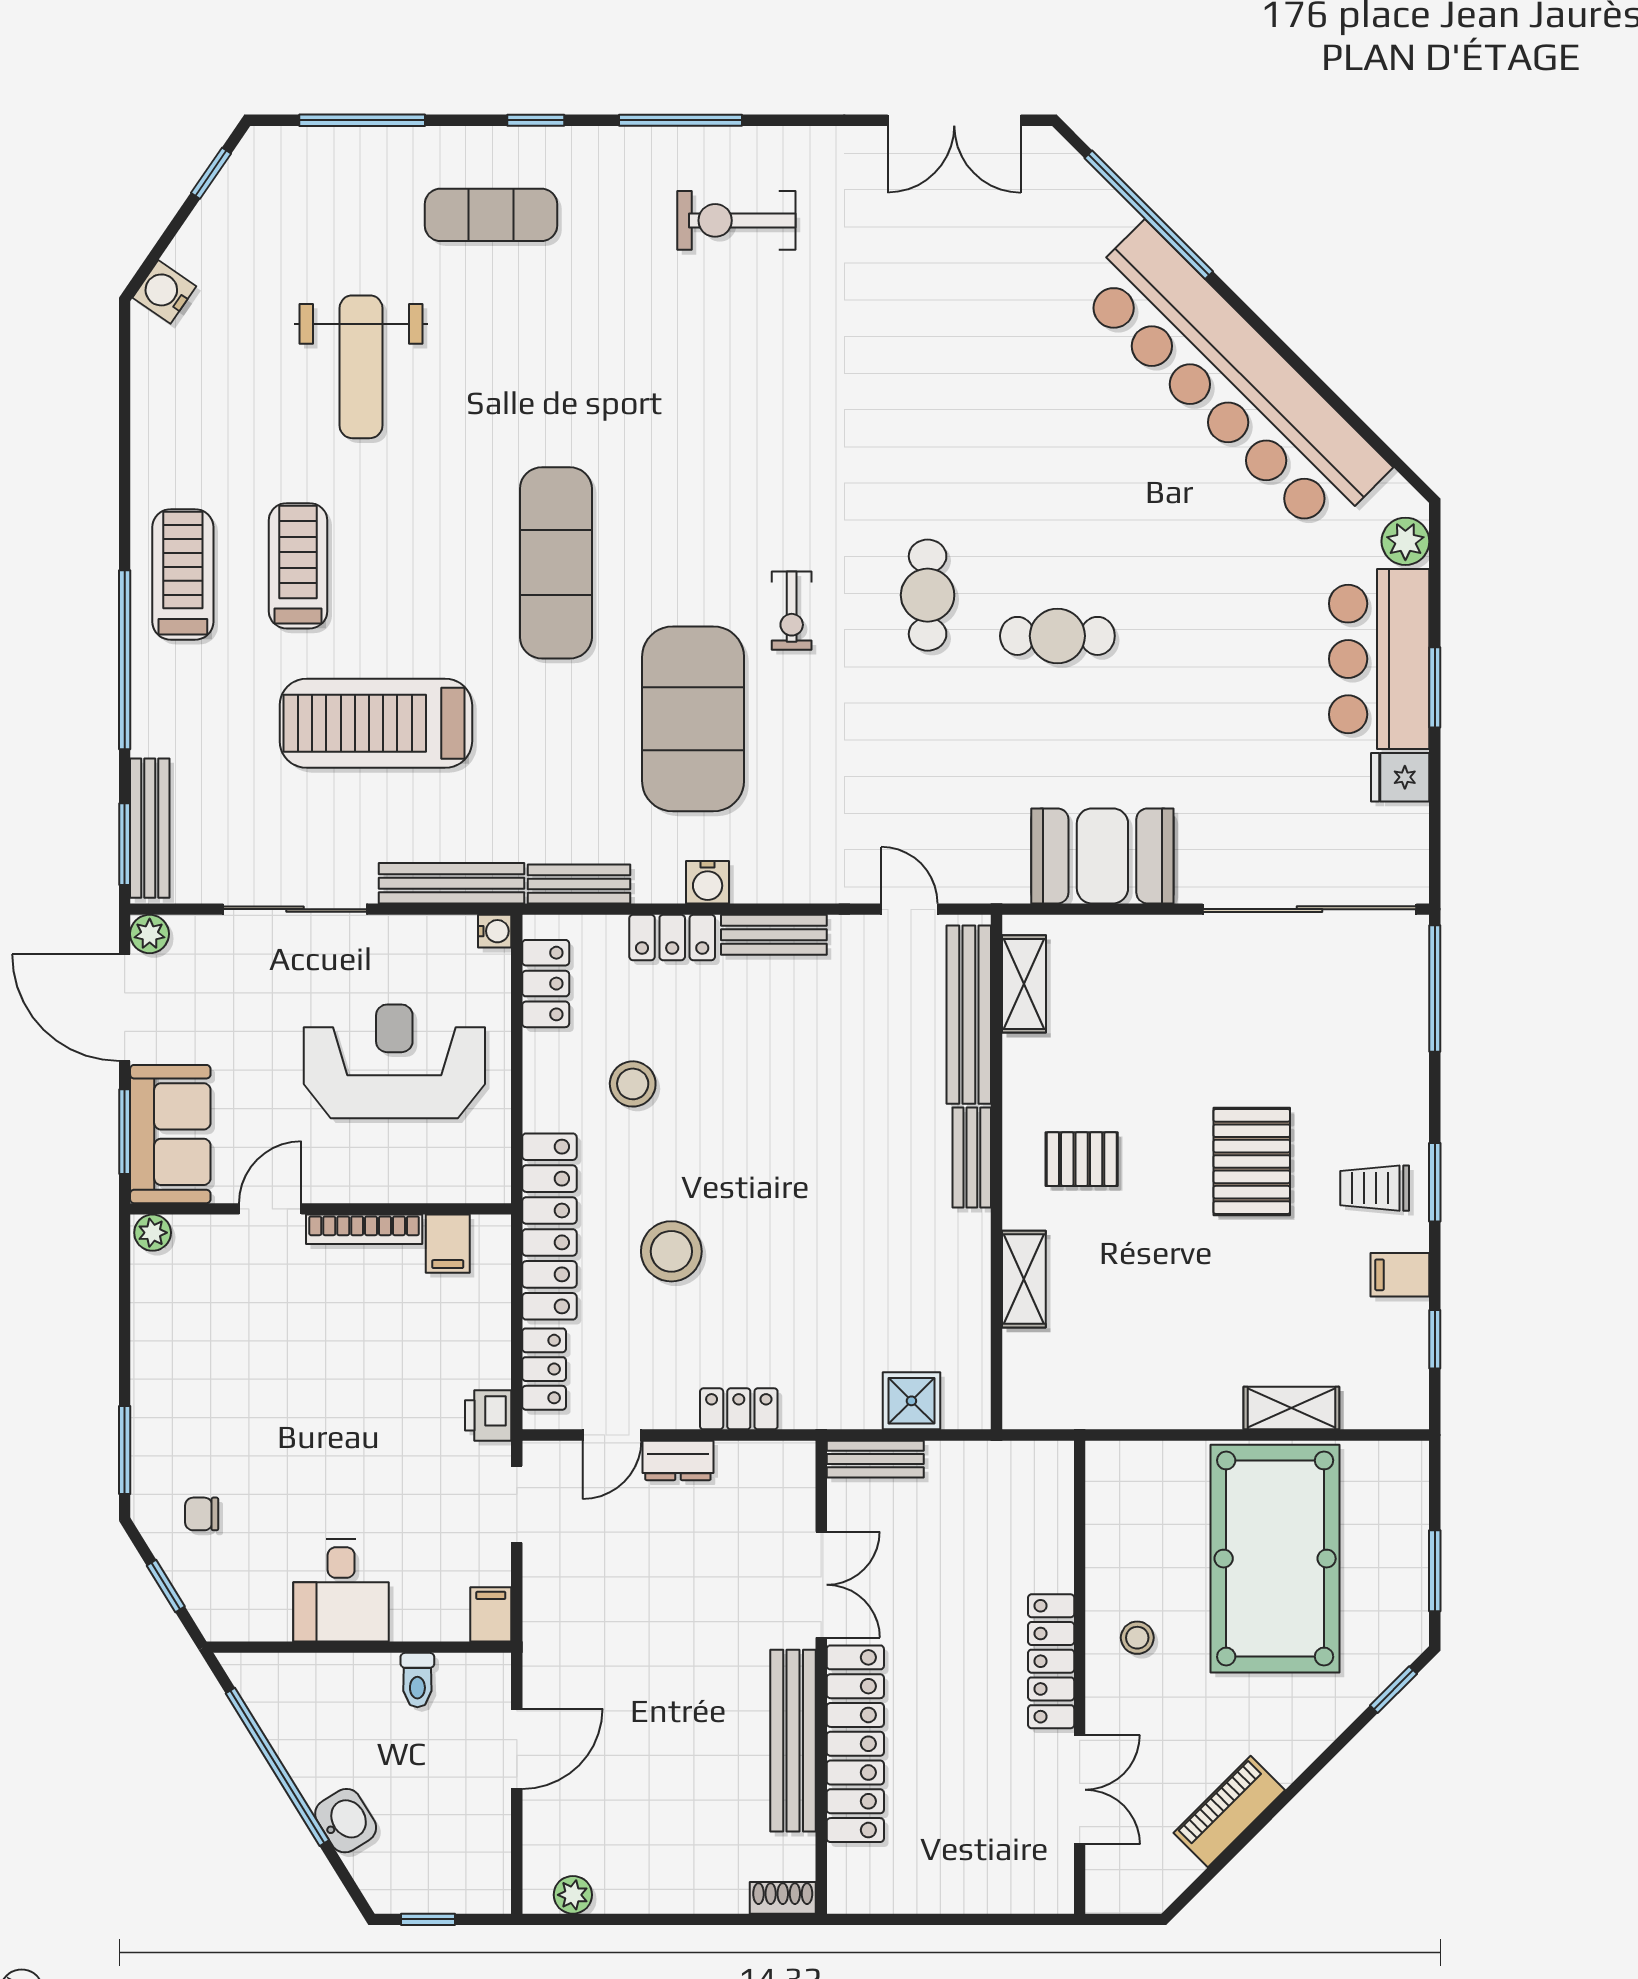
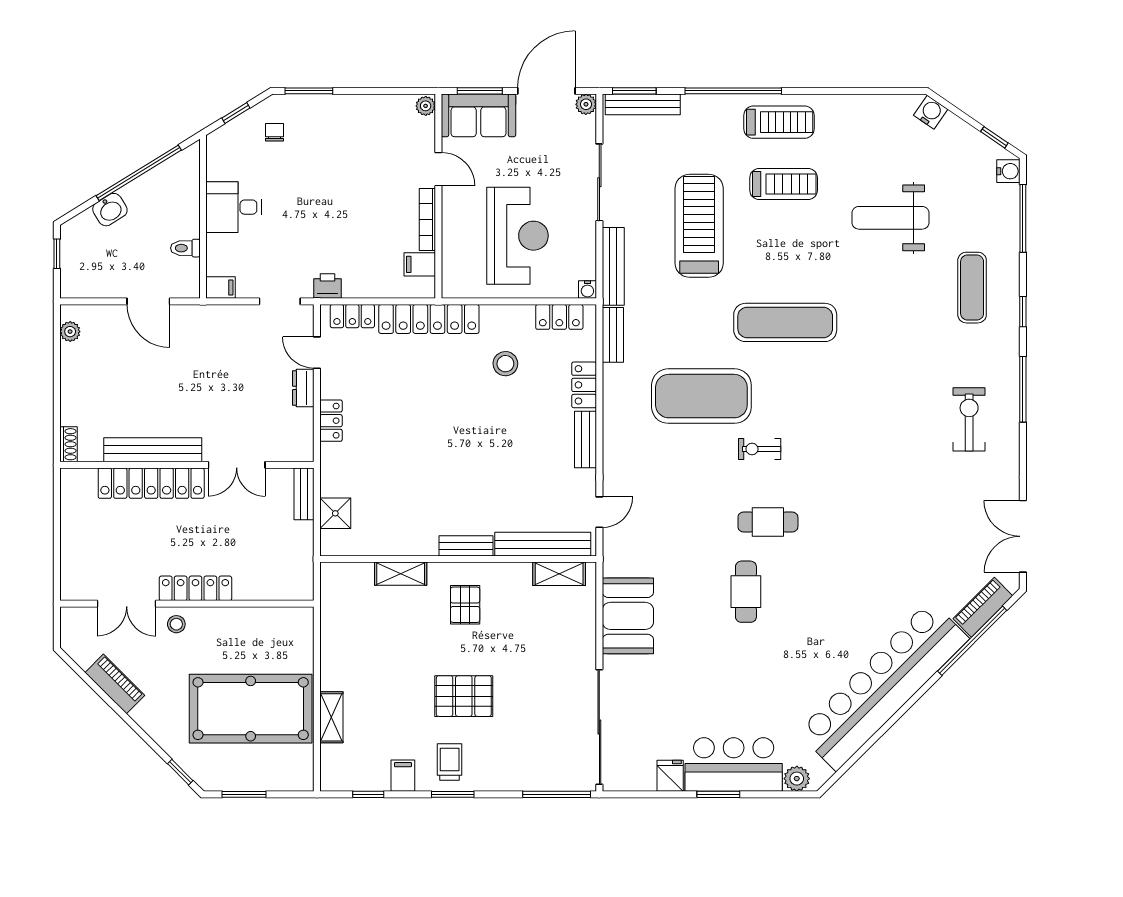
piano: (1086, 195) -> (983, 607), added
water cooler: (708, 882) -> (1008, 171), moved, turned 180
stool: (671, 1251) -> (416, 384), removed
stool: (1137, 1638) -> (176, 624), moved

